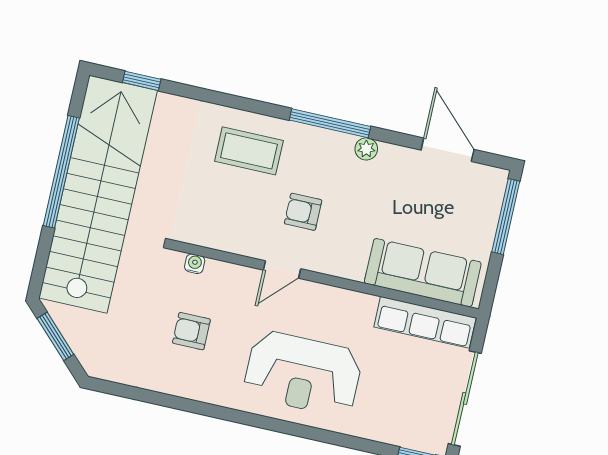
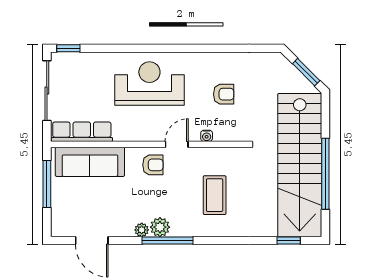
plant: (337, 147) -> (160, 227), added
coffee table: (249, 151) -> (215, 195), moved, turned 90
armchair: (303, 212) -> (153, 165), moved
window: (506, 217) -> (47, 184), moved
water cooler: (195, 264) -> (207, 136), moved

